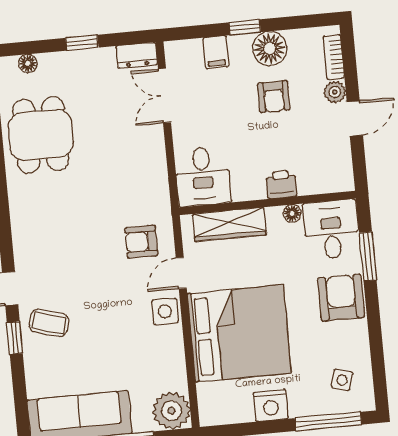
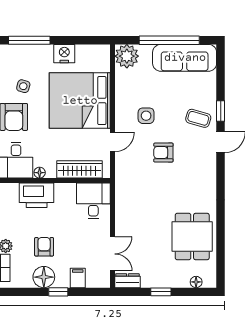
printer: (281, 184) -> (37, 195), width x1.87, depth x1.48
armchair: (141, 242) -> (163, 153), moved, turned 180
side table: (165, 311) -> (146, 116), moved
side table: (342, 380) -> (23, 86), moved

